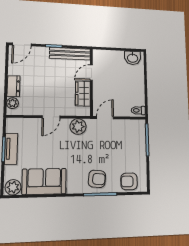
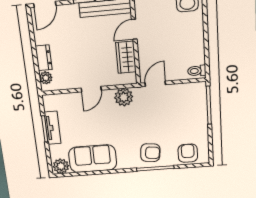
armchair: (129, 181) -> (188, 153), turned 90

